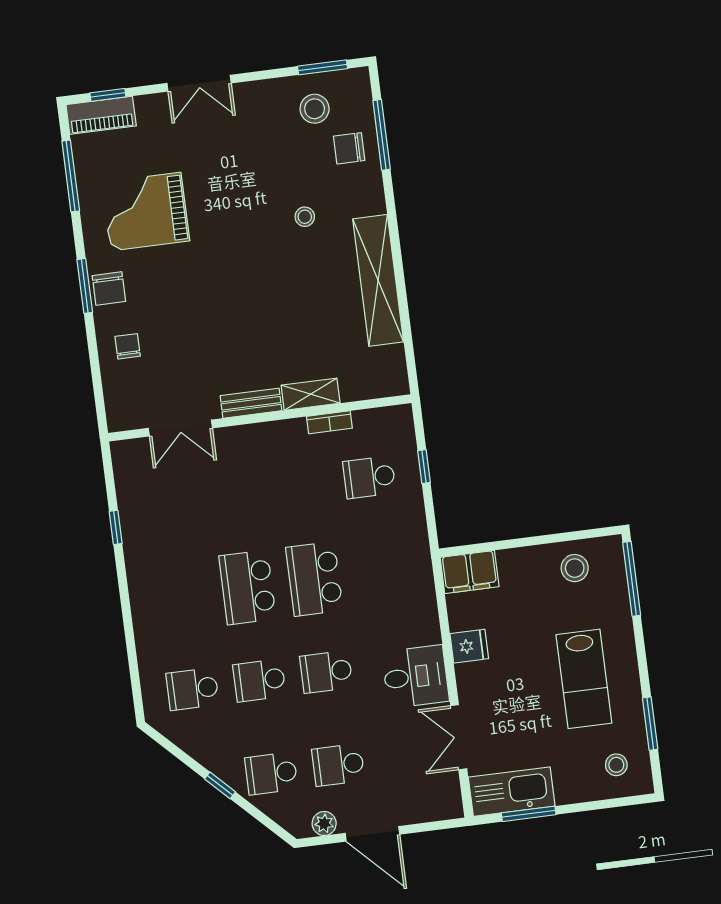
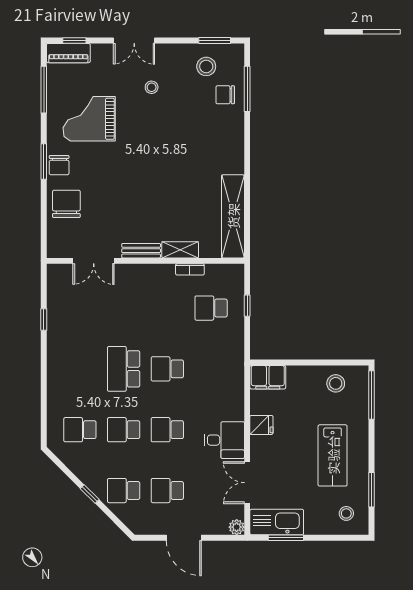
stool: (305, 217) -> (152, 87), moved
shelving: (378, 280) -> (233, 216), moved
chair: (128, 346) -> (66, 204), width x1.87, depth x1.87
school desk: (314, 579) -> (167, 369), width x0.54
plant: (324, 824) -> (237, 527), moved

